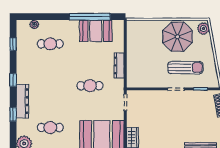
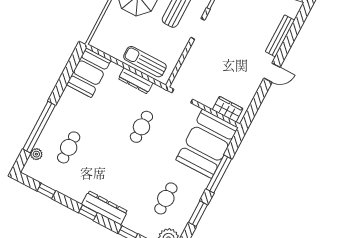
window: (90, 17) -> (39, 127), moved
booth: (96, 31) -> (89, 73), moved
sun lounger: (135, 65) -> (145, 62), added
dresser: (22, 101) -> (105, 208), moved

